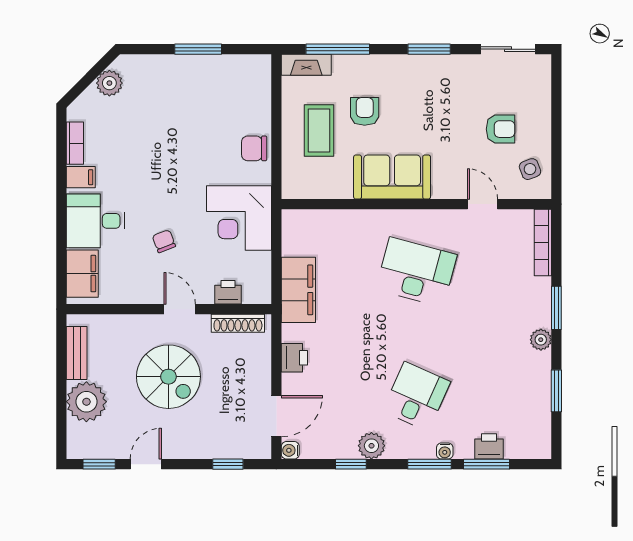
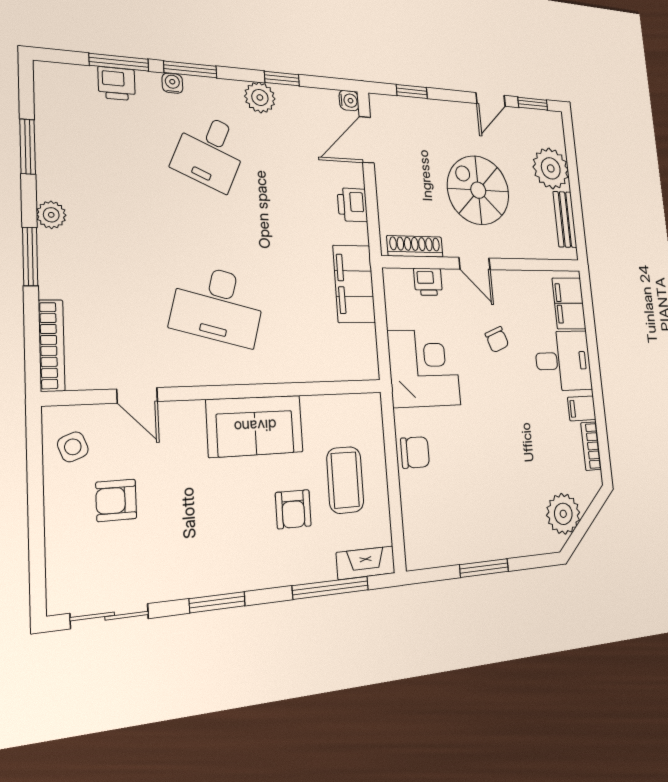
plant: (109, 83) -> (563, 514), width x1.36, depth x1.36

